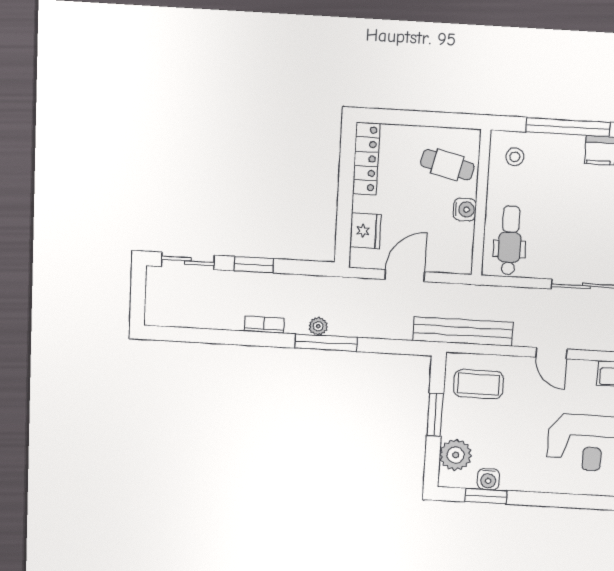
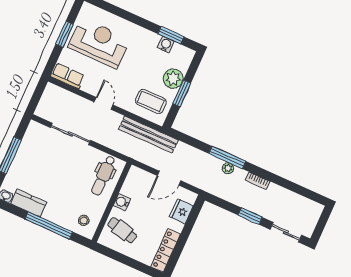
plant: (456, 455) -> (173, 79), moved

